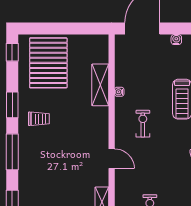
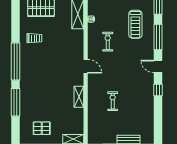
window: (12, 105) -> (15, 28), removed
window: (12, 152) -> (15, 62), width x1.46

